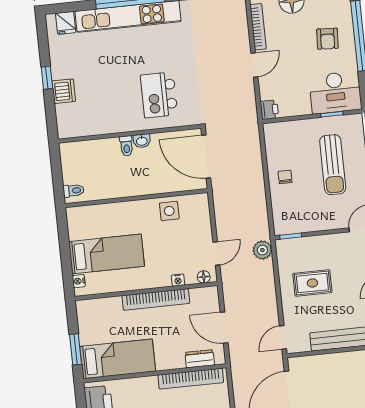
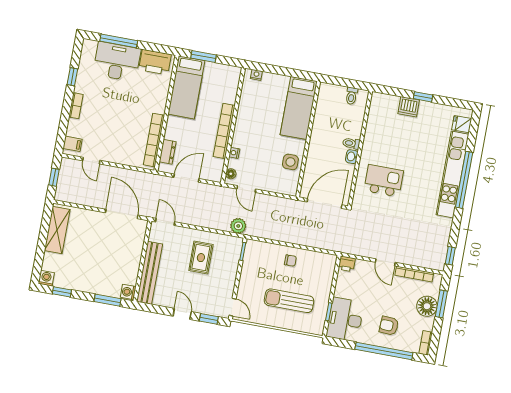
toilet: (74, 191) -> (352, 96), moved
bed: (107, 254) -> (299, 108), moved

